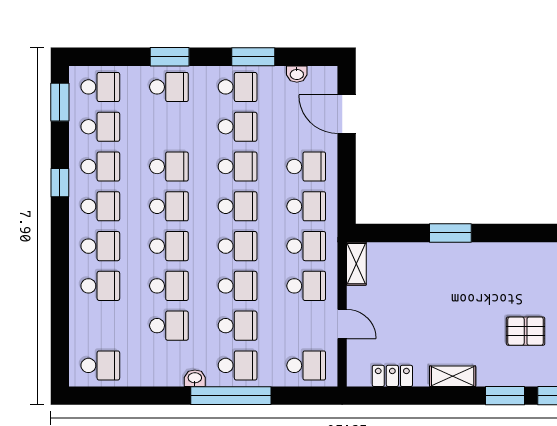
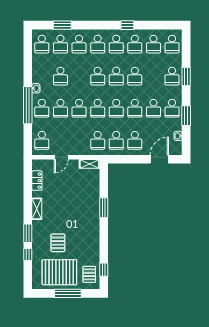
window: (60, 102) -> (62, 25), moved
school desk: (169, 286) -> (60, 44), moved
school desk: (306, 286) -> (79, 140), removed

